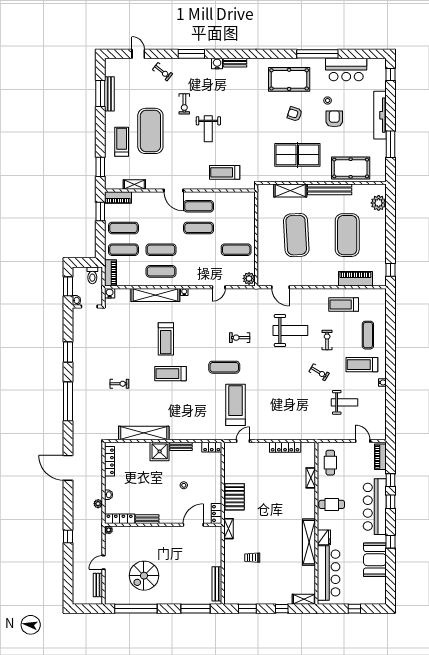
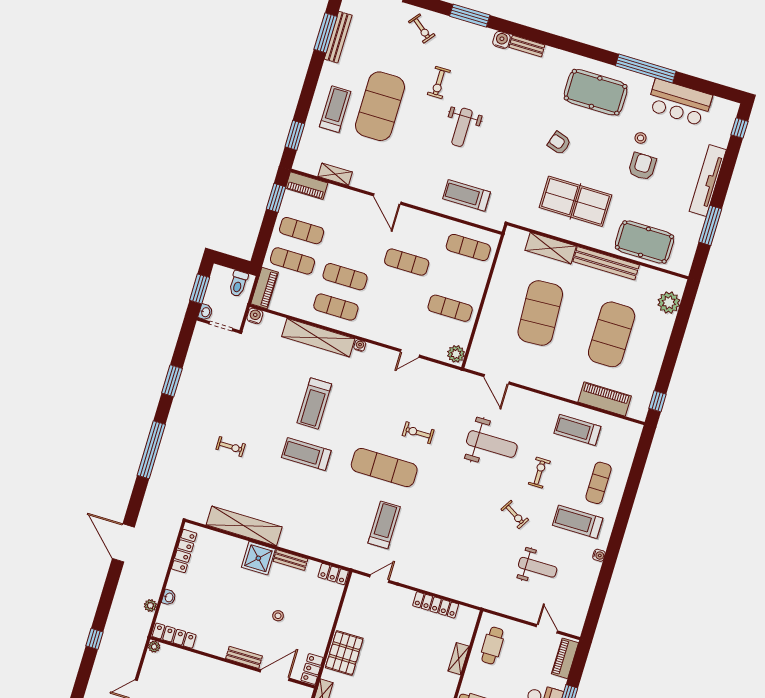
armchair: (295, 114) -> (559, 143), moved
exercise mat: (199, 206) -> (468, 247), moved
exercise mat: (224, 367) -> (384, 467), width x1.36, depth x1.45
treadmill: (236, 405) -> (384, 525), width x0.73, depth x0.73
bench: (147, 519) -> (244, 657), moved

